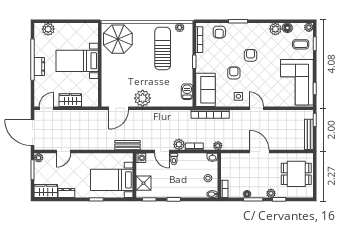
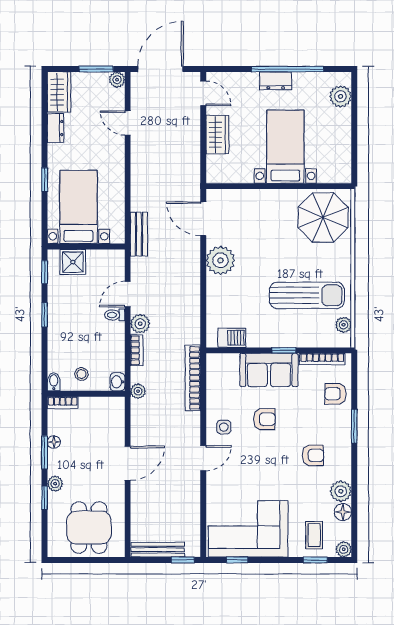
armchair: (251, 55) -> (313, 455), moved
sofa: (206, 90) -> (269, 370), moved
washing machine: (141, 158) -> (117, 258), removed

